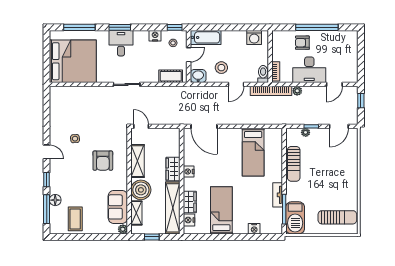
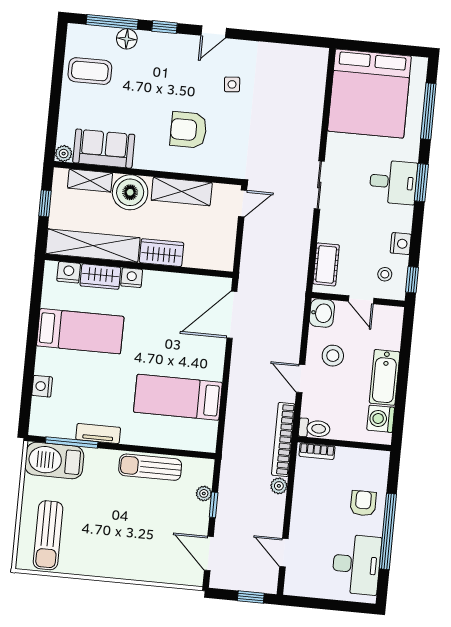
bathtub: (206, 37) -> (385, 377), moved
desk: (309, 70) -> (356, 564), moved, turned 180
nightstand: (189, 172) -> (132, 278), moved

